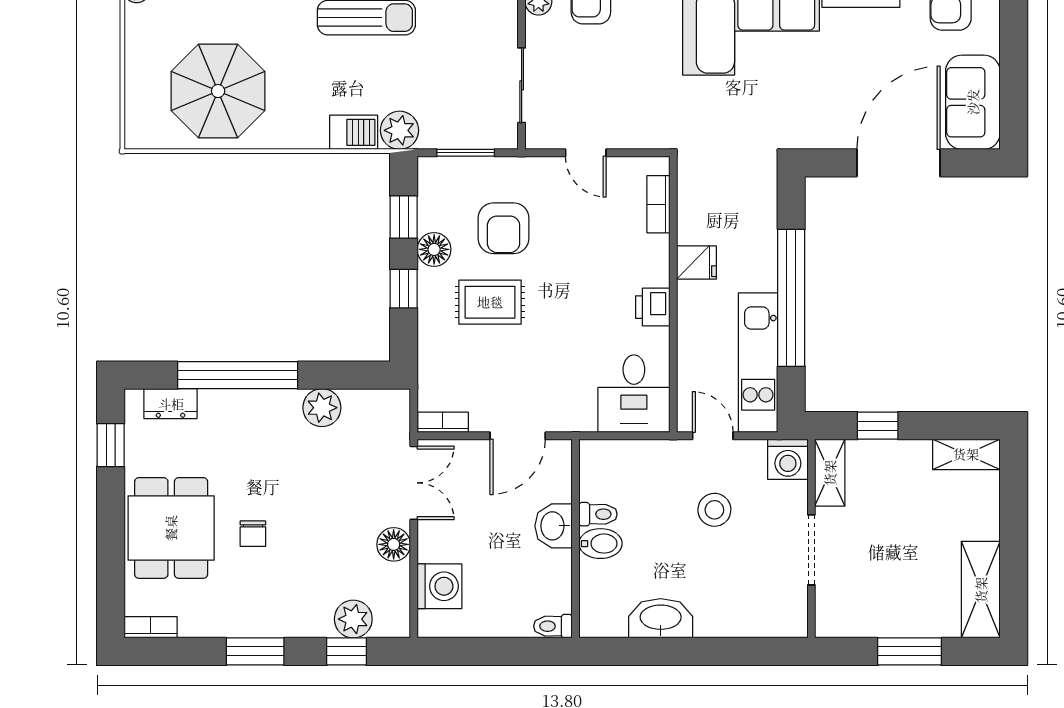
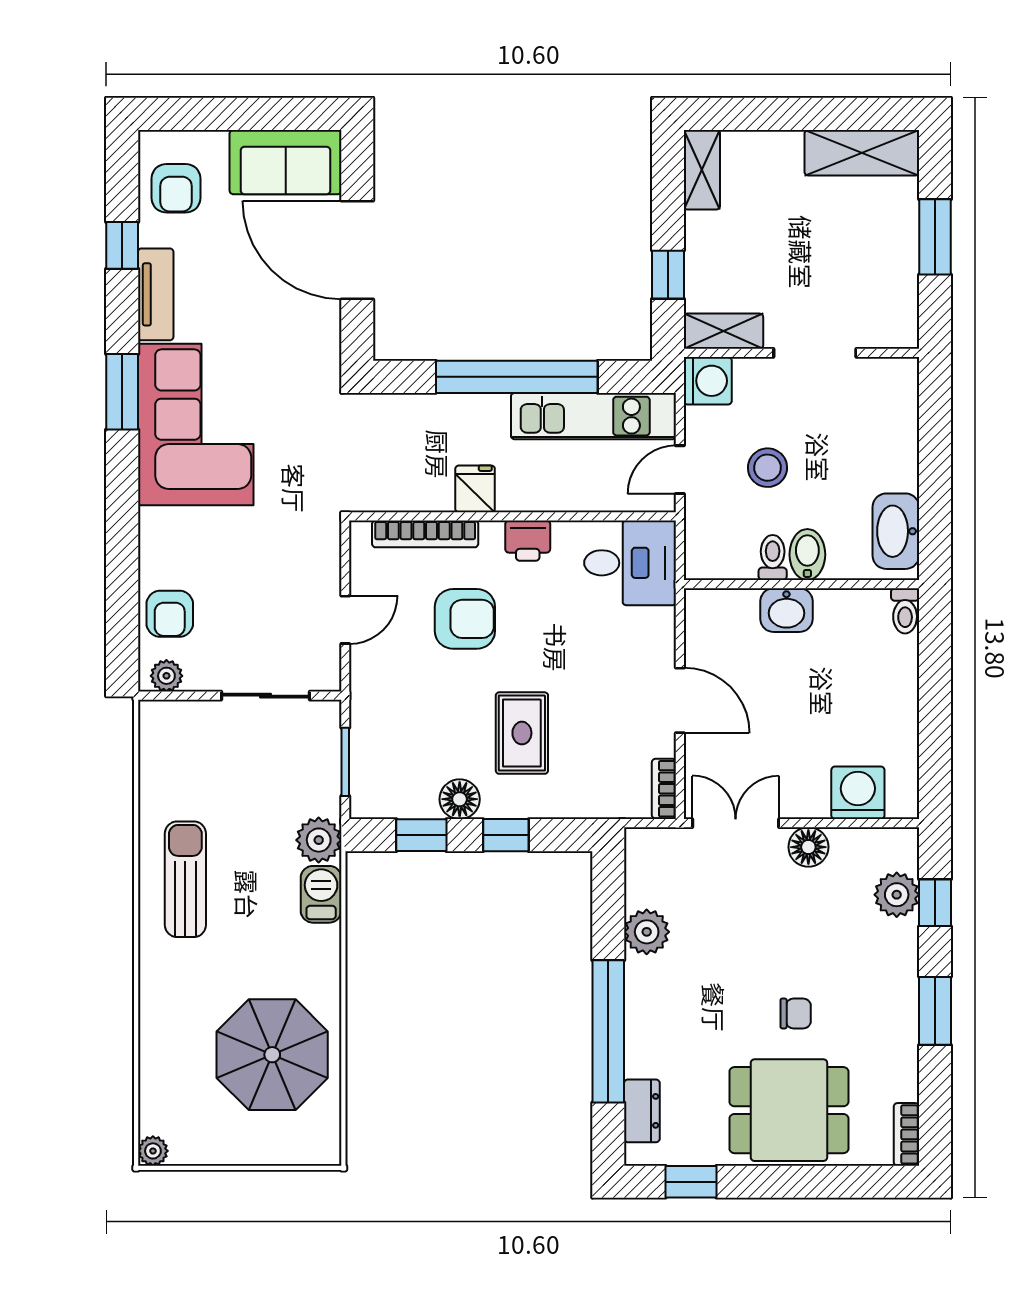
bookcase: (658, 204) -> (425, 534), width x1.56
armchair: (504, 228) -> (465, 619), moved
toilet: (598, 514) -> (773, 557), moved
washbasin: (554, 526) -> (786, 610), moved
wall: (576, 539) -> (801, 584), moved
bidet: (601, 544) -> (807, 555), moved
toilet: (553, 626) -> (905, 611), moved

